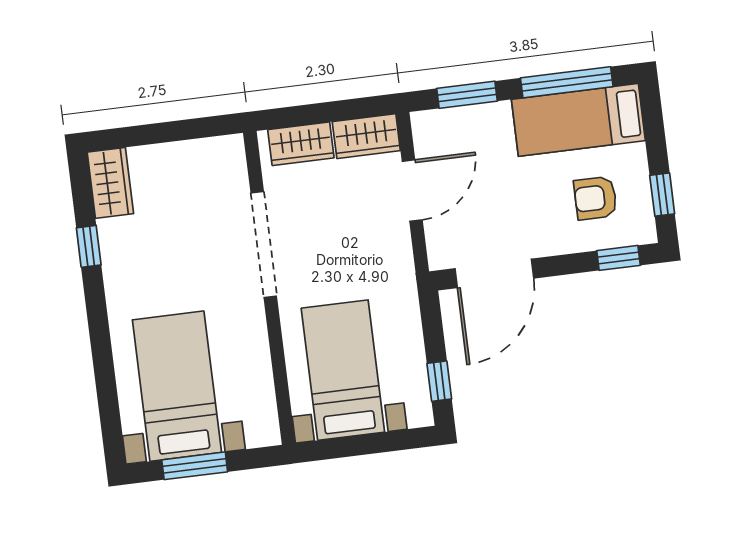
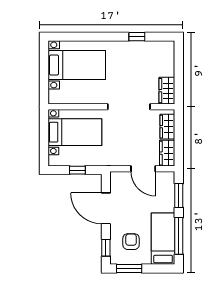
wardrobe: (110, 183) -> (167, 91), moved, turned 90
window: (662, 195) -> (129, 268), width x1.50
door: (494, 273) -> (106, 208), moved
window: (439, 381) -> (77, 170), moved
window: (195, 466) -> (44, 68), removed

